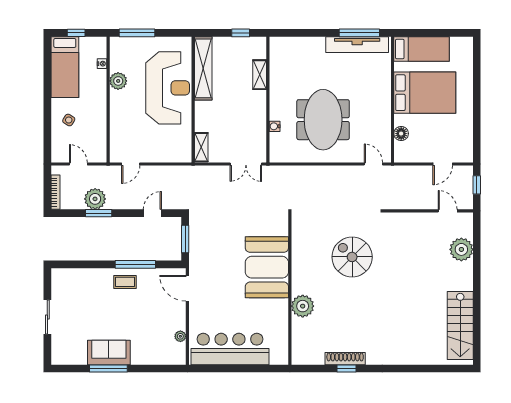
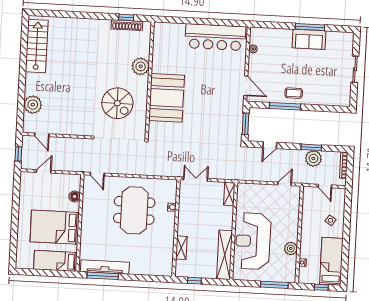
booth: (267, 267) -> (167, 98), moved
wall: (290, 289) -> (150, 80), moved
plant: (303, 306) -> (141, 66), moved

